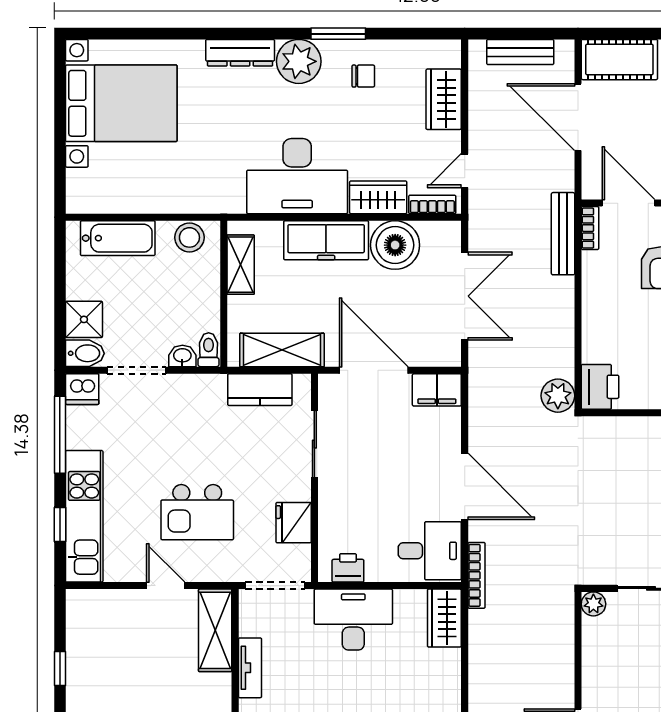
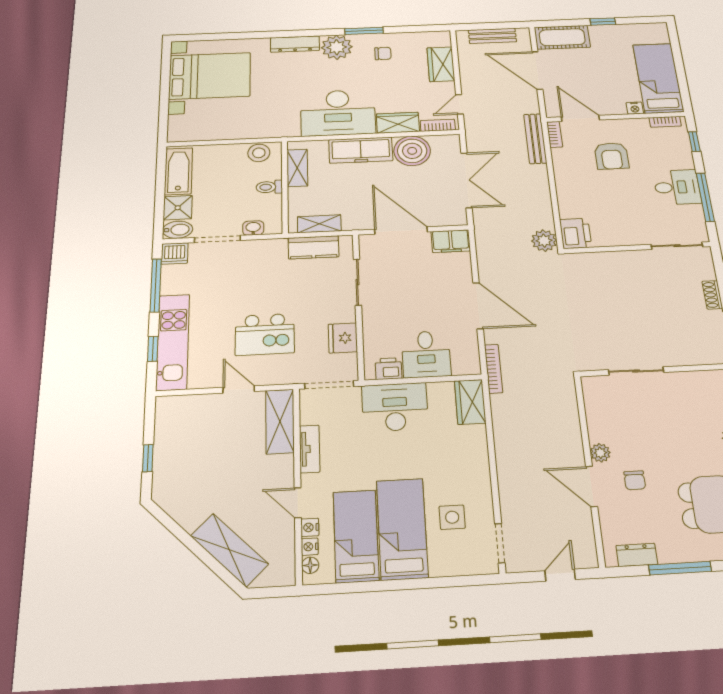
bathtub: (118, 238) -> (179, 171), moved, turned -90
toilet: (209, 350) -> (269, 187), moved, turned -90
shelving: (282, 350) -> (319, 224), width x0.67, depth x0.75
desk: (430, 551) -> (426, 354), moved, turned 90
plant: (593, 604) -> (600, 453), moved

